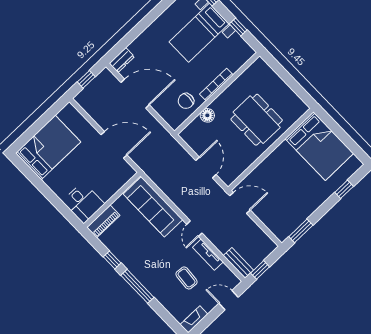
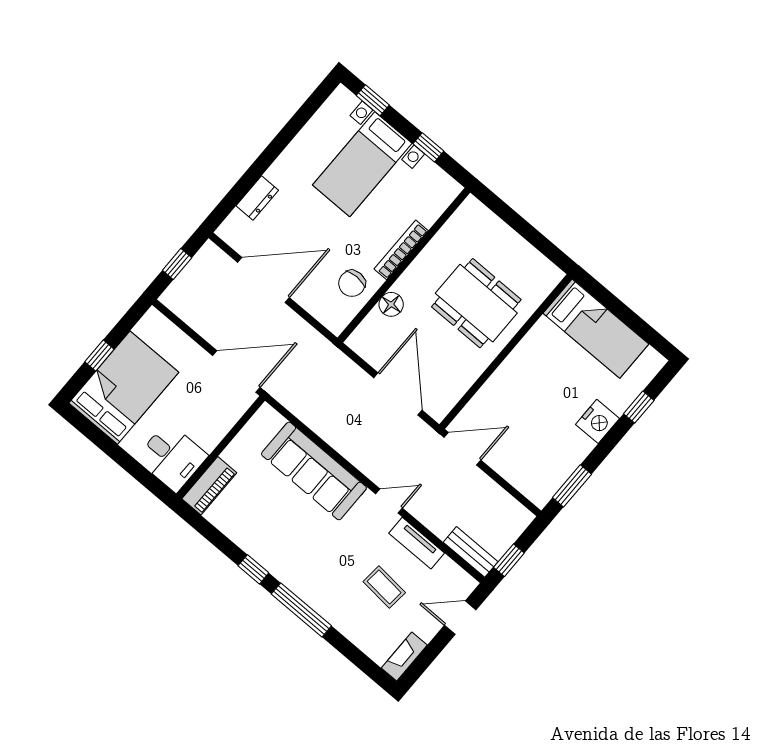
dresser: (122, 60) -> (257, 198), moved
window: (36, 127) -> (99, 356), added
bed: (319, 146) -> (596, 329), width x0.67
door: (206, 167) -> (398, 394), width x1.36
nightstand: (319, 195) -> (598, 421), added
wall: (112, 200) -> (221, 447), moved
desk: (83, 203) -> (172, 457), moved
piano: (103, 221) -> (209, 486), moved
door: (194, 229) -> (389, 501), swing flipped

